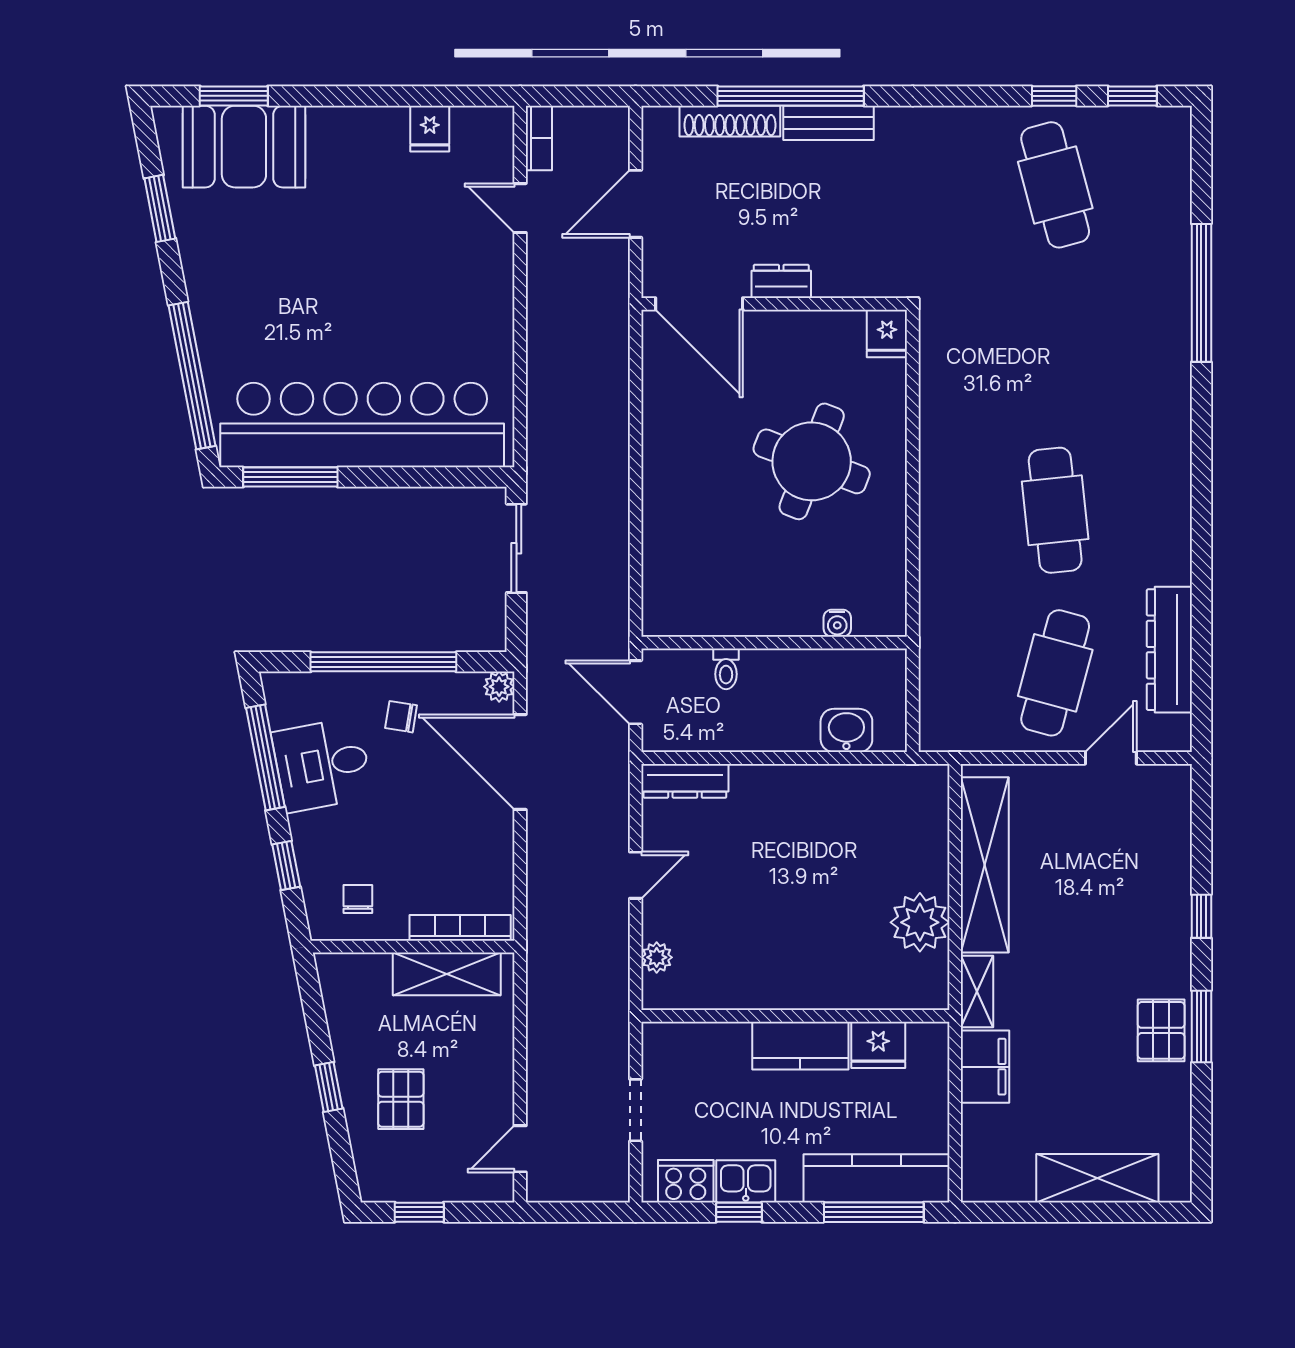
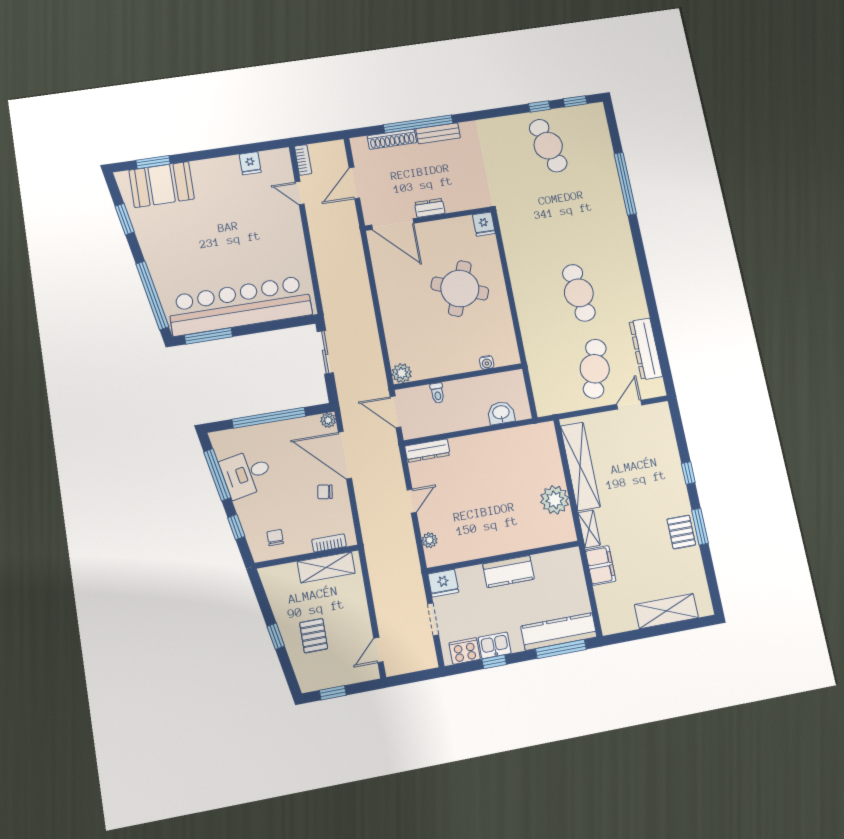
plant: (662, 616) -> (402, 373), added
chair: (401, 717) -> (325, 492), moved
bookcase: (460, 928) -> (329, 543), width x0.64
fridge: (878, 1045) -> (443, 583), moved

